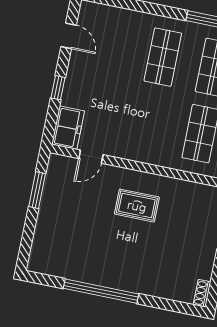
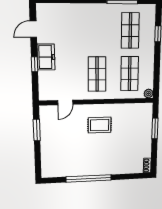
door: (69, 36) -> (33, 29), swing flipped
shop shelf: (163, 57) -> (97, 74), moved
freezer: (68, 128) -> (46, 57), moved

